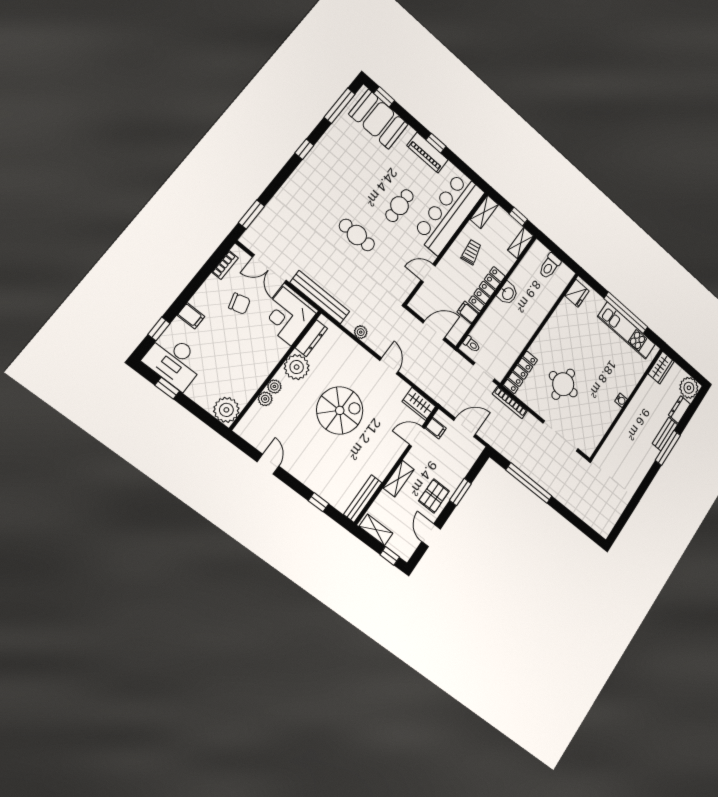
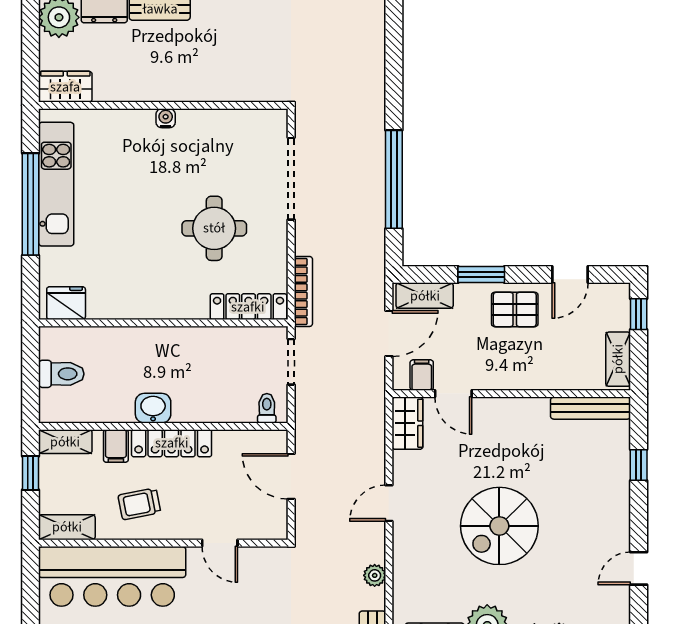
filing cabinet: (468, 313) -> (116, 446), moved
spiral stairs: (340, 410) -> (499, 526), turned -90
door: (465, 427) -> (389, 334), swing flipped
shelving: (399, 479) -> (425, 296), moved

